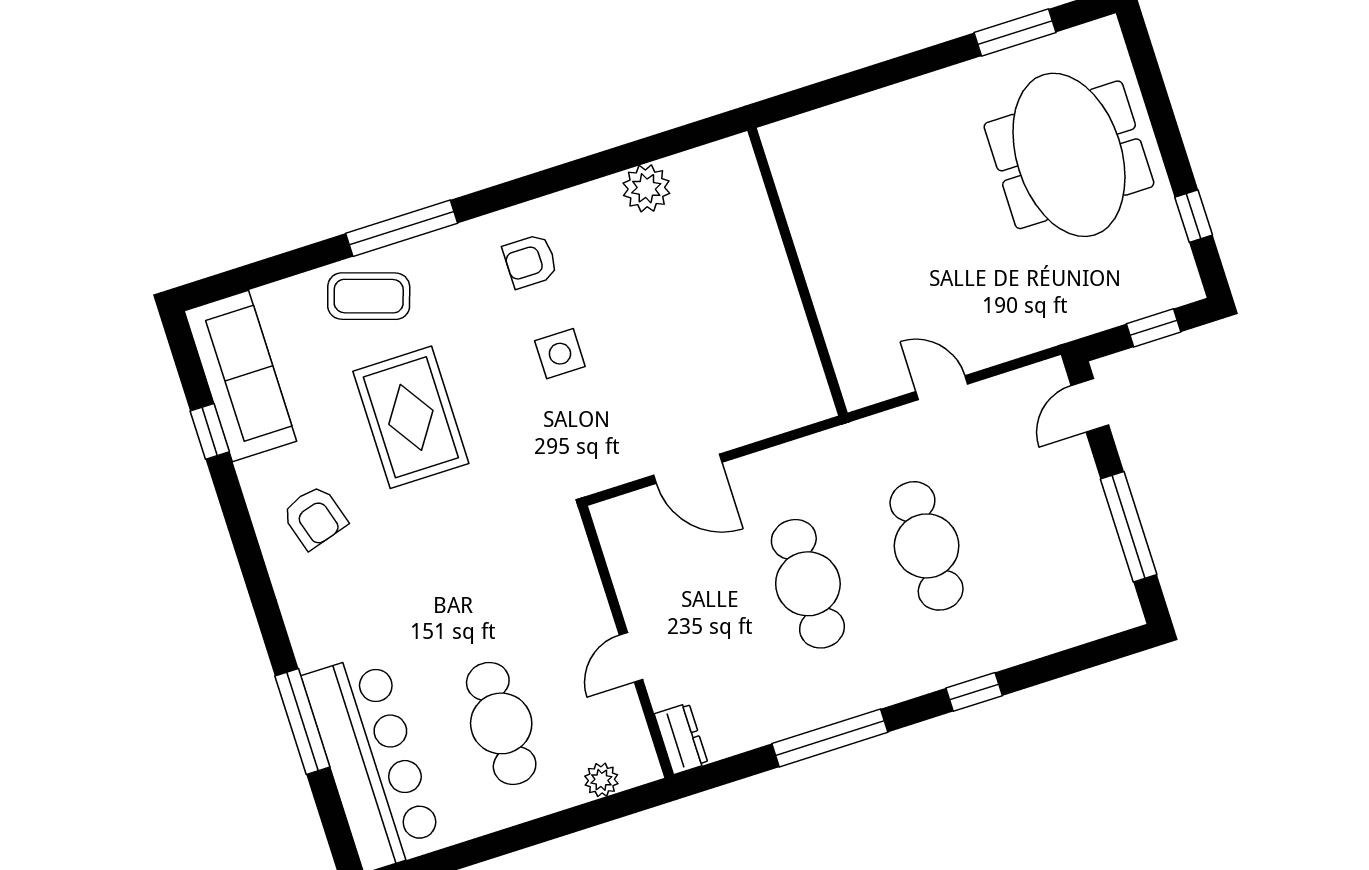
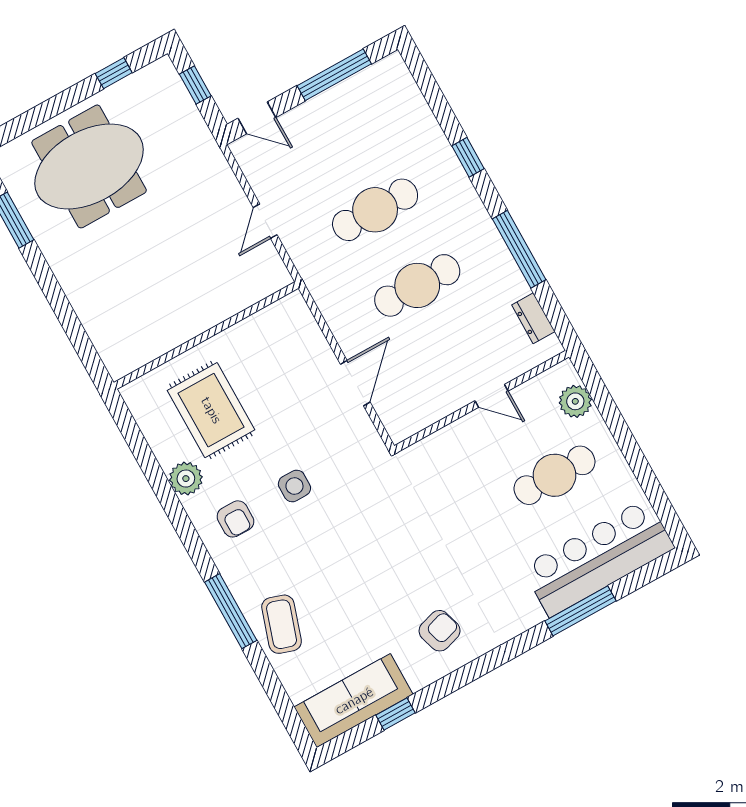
plant: (646, 188) -> (186, 479), moved
rug: (411, 417) -> (211, 410), moved, turned 90
dresser: (681, 739) -> (533, 318), moved, turned -90
plant: (601, 780) -> (575, 401), width x1.38, depth x1.38

